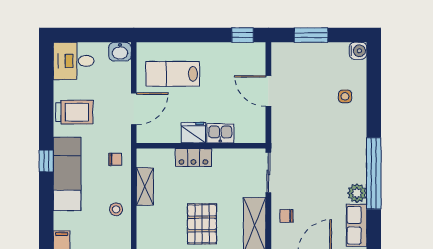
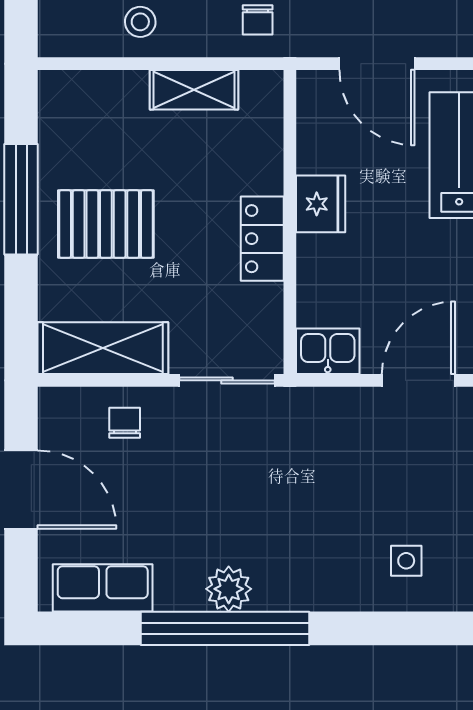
kitchen sink: (220, 133) -> (328, 351), moved, turned -90
locker: (193, 157) -> (262, 239), moved
plant: (357, 193) -> (229, 589), moved

